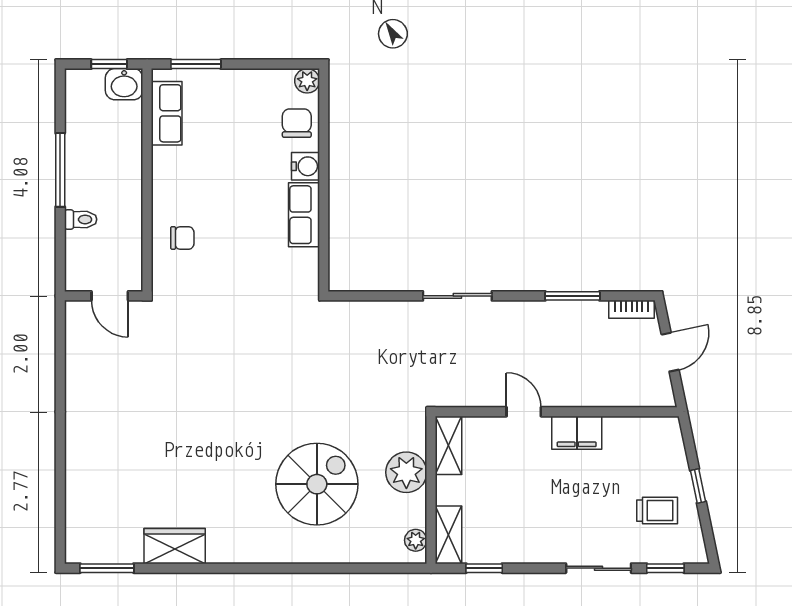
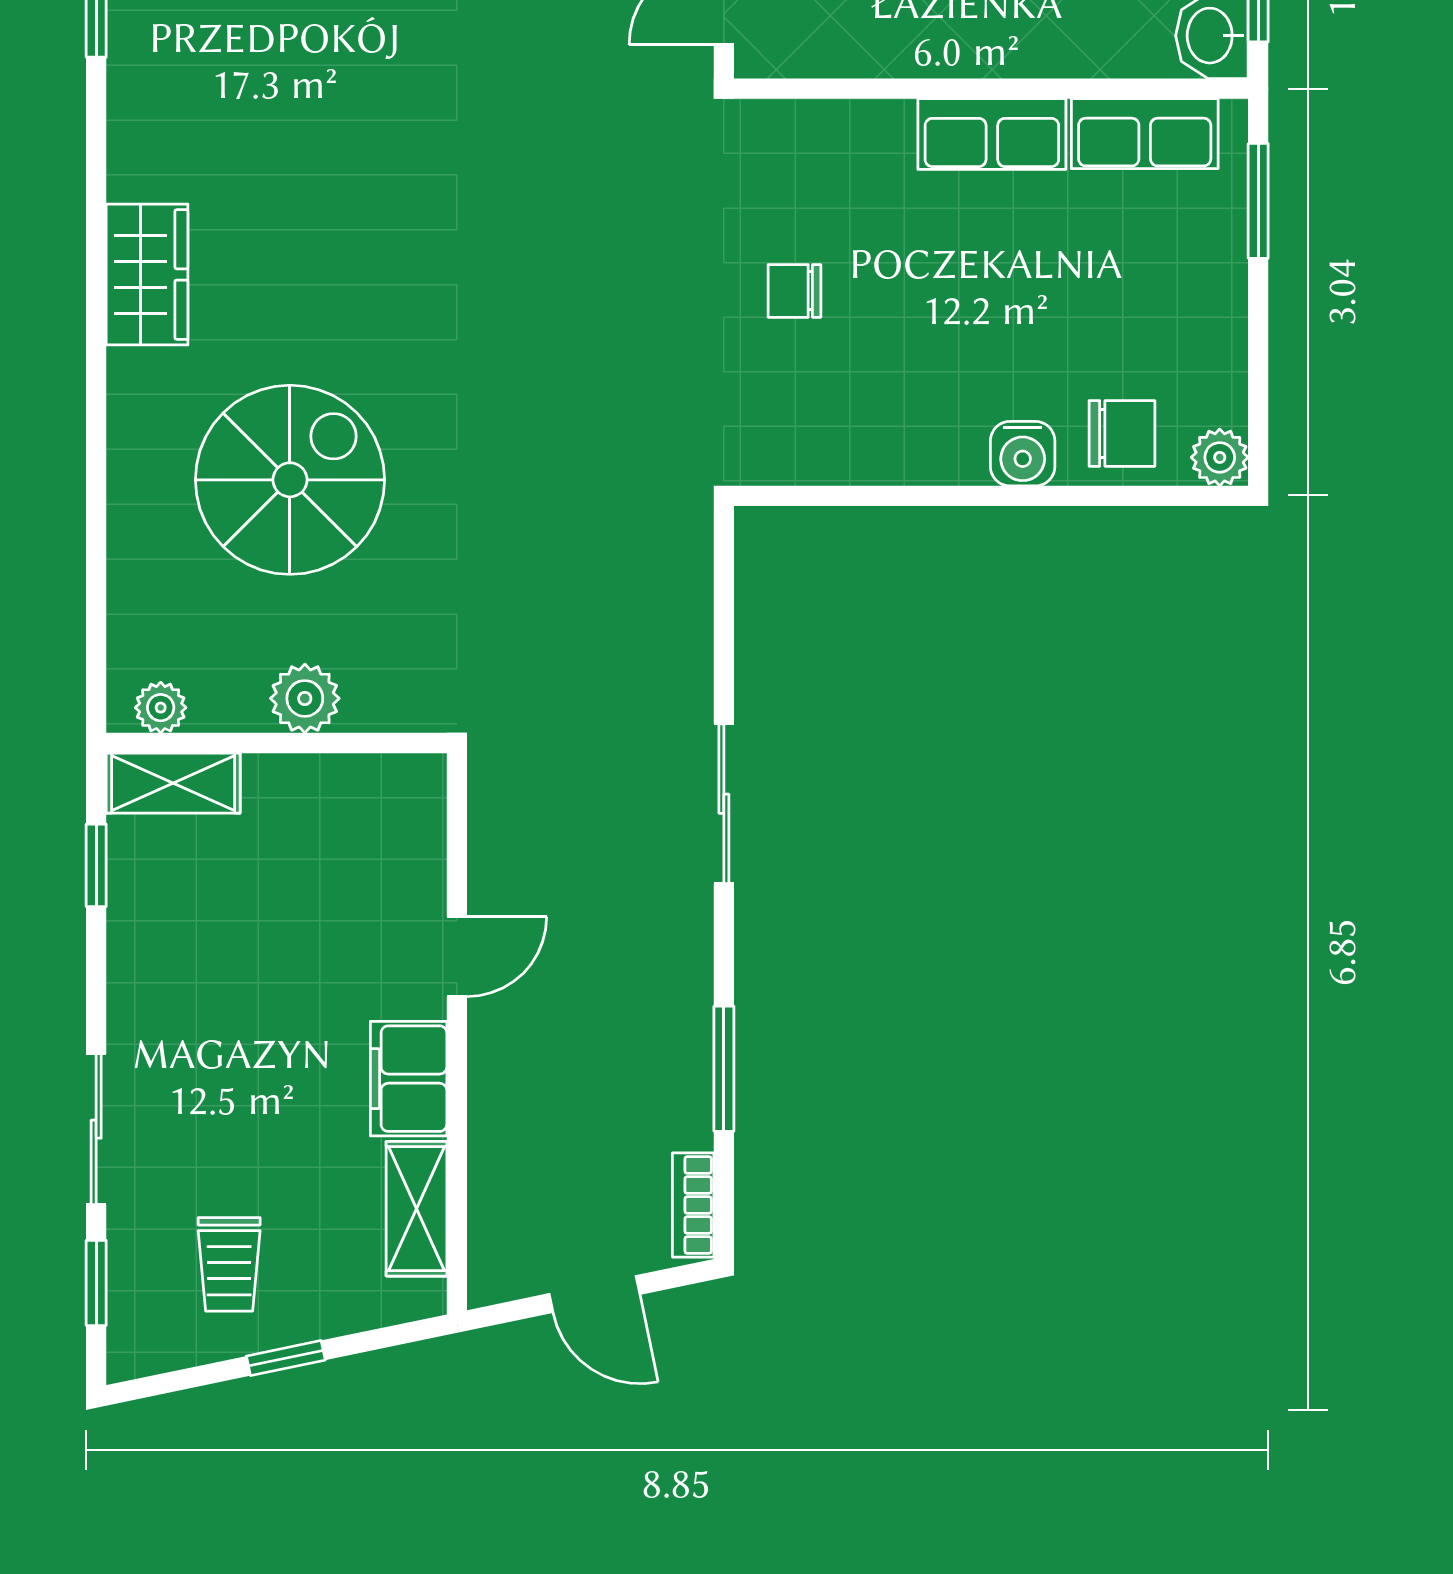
row of seats: (304, 215) -> (992, 134), moved, turned 180
chair: (182, 238) -> (794, 291), moved, turned 90
shelving: (449, 445) -> (416, 1209), moved, turned 90
plant: (406, 472) -> (305, 698), width x0.73, depth x0.73
spiral stairs: (317, 484) -> (290, 480), turned -90
wardrobe: (175, 546) -> (147, 274), moved

